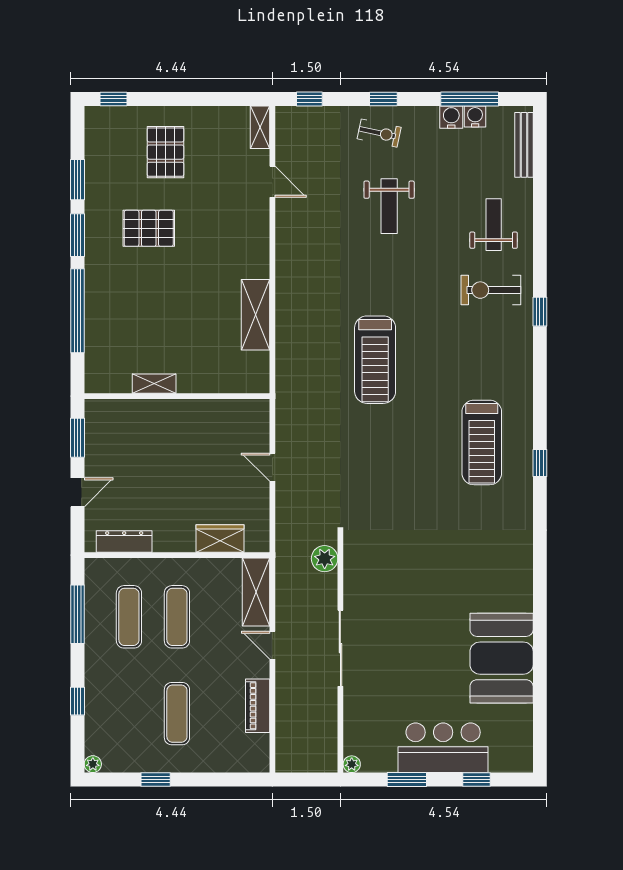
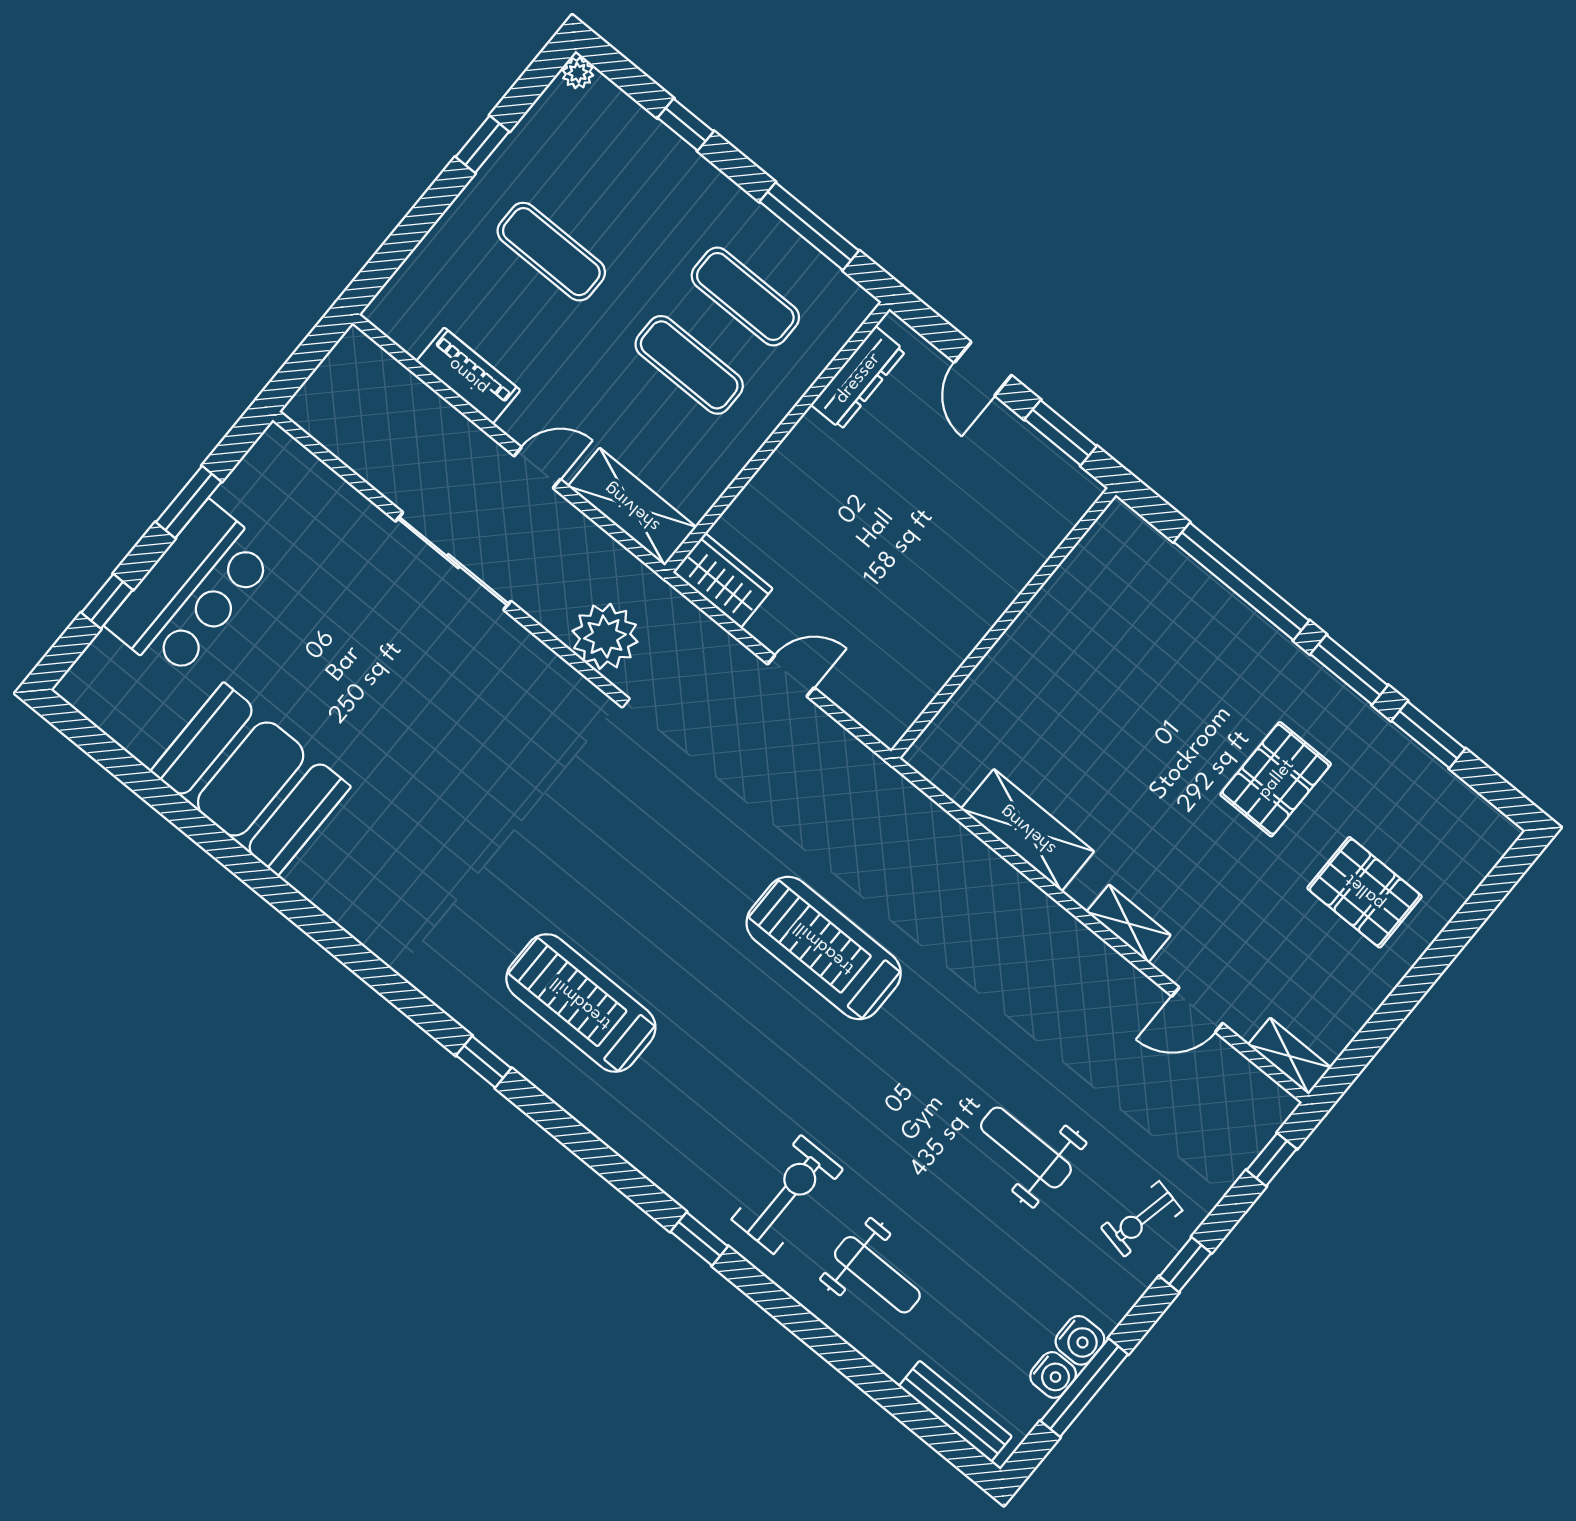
window: (113, 99) -> (1501, 880), removed
shelving: (154, 384) -> (1129, 924), moved, turned 90
wardrobe: (220, 539) -> (723, 581), moved, turned -90
plant: (325, 559) -> (605, 636), width x1.36, depth x1.36
plant: (352, 764) -> (275, 441), removed

